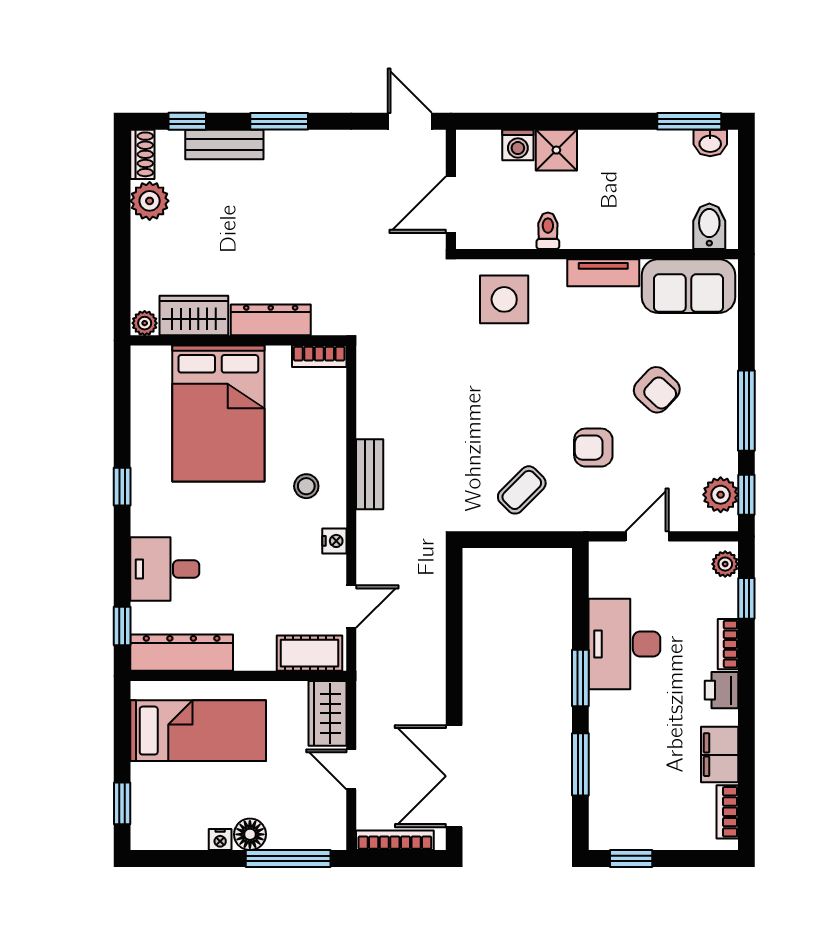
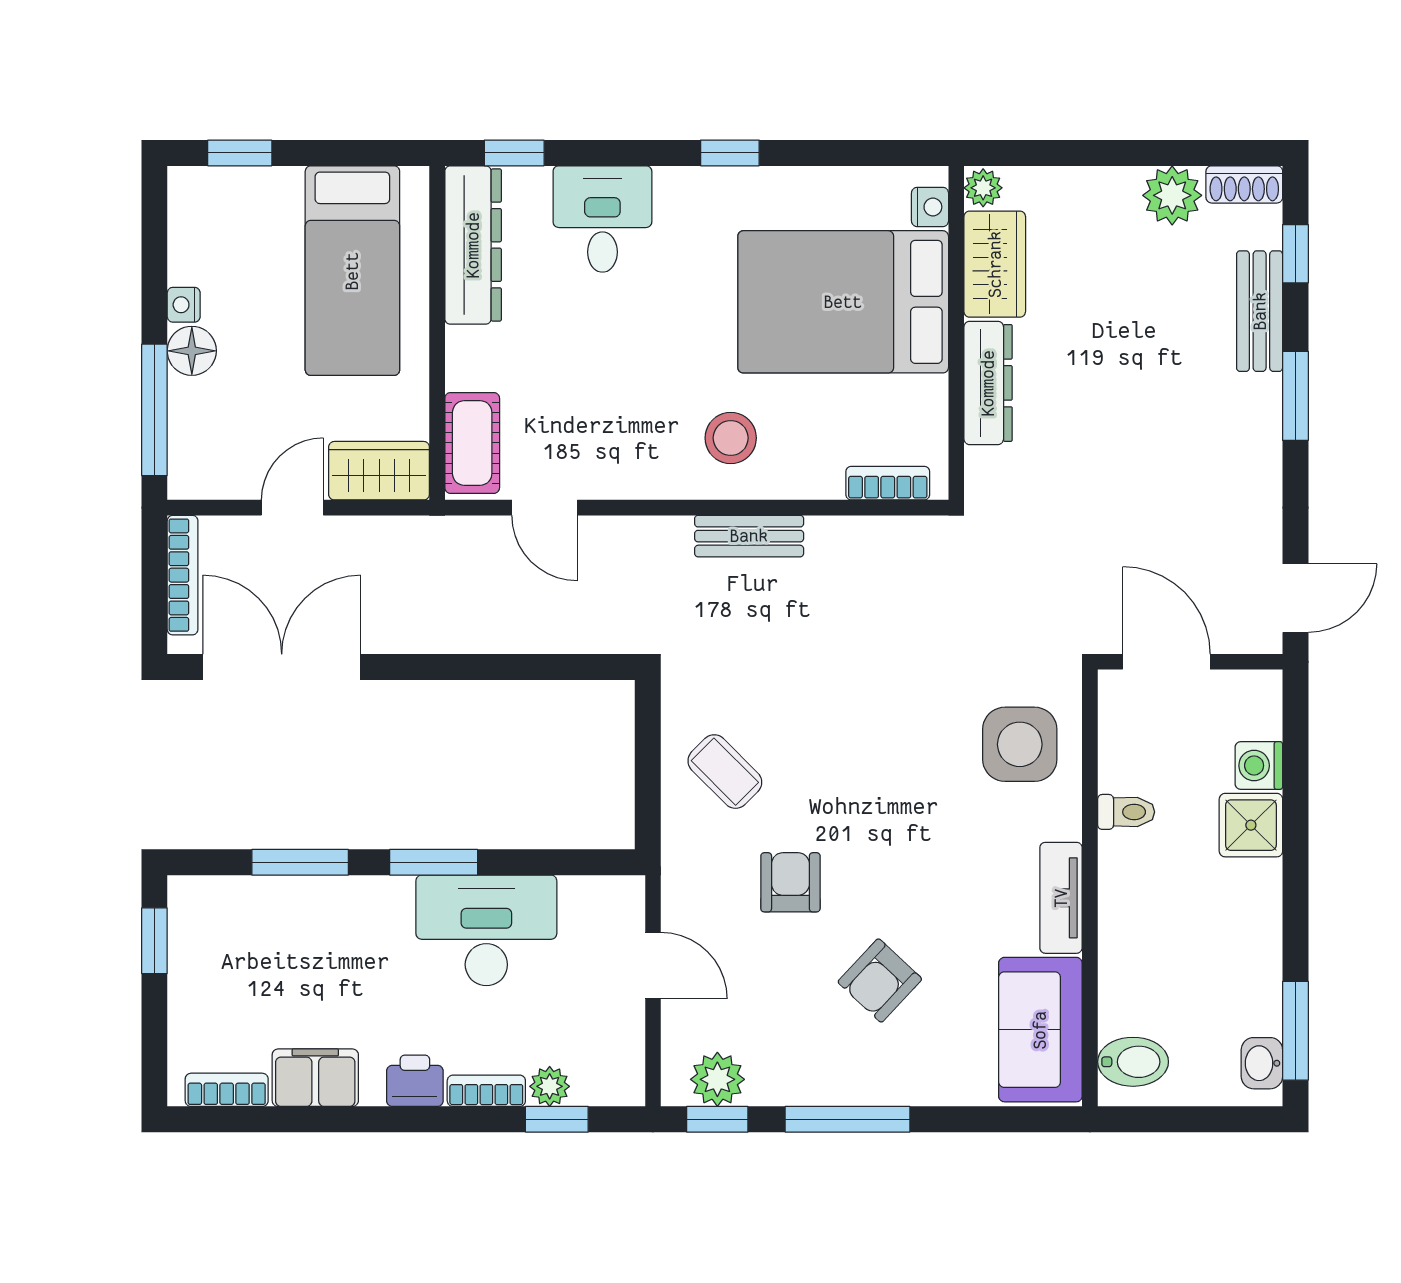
bookcase: (319, 356) -> (888, 483), moved, turned 90
stool: (306, 486) -> (731, 438), width x1.37, depth x1.37
nightstand: (334, 541) -> (930, 207), moved, turned -90
plant: (725, 564) -> (550, 1086), moved

